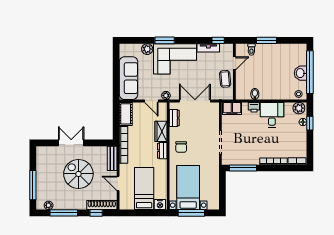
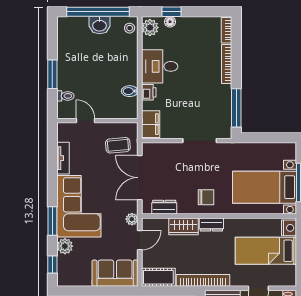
window: (218, 40) -> (52, 264), moved
sofa: (128, 78) -> (115, 273), width x0.73
coffee table: (225, 79) -> (118, 145), moved

